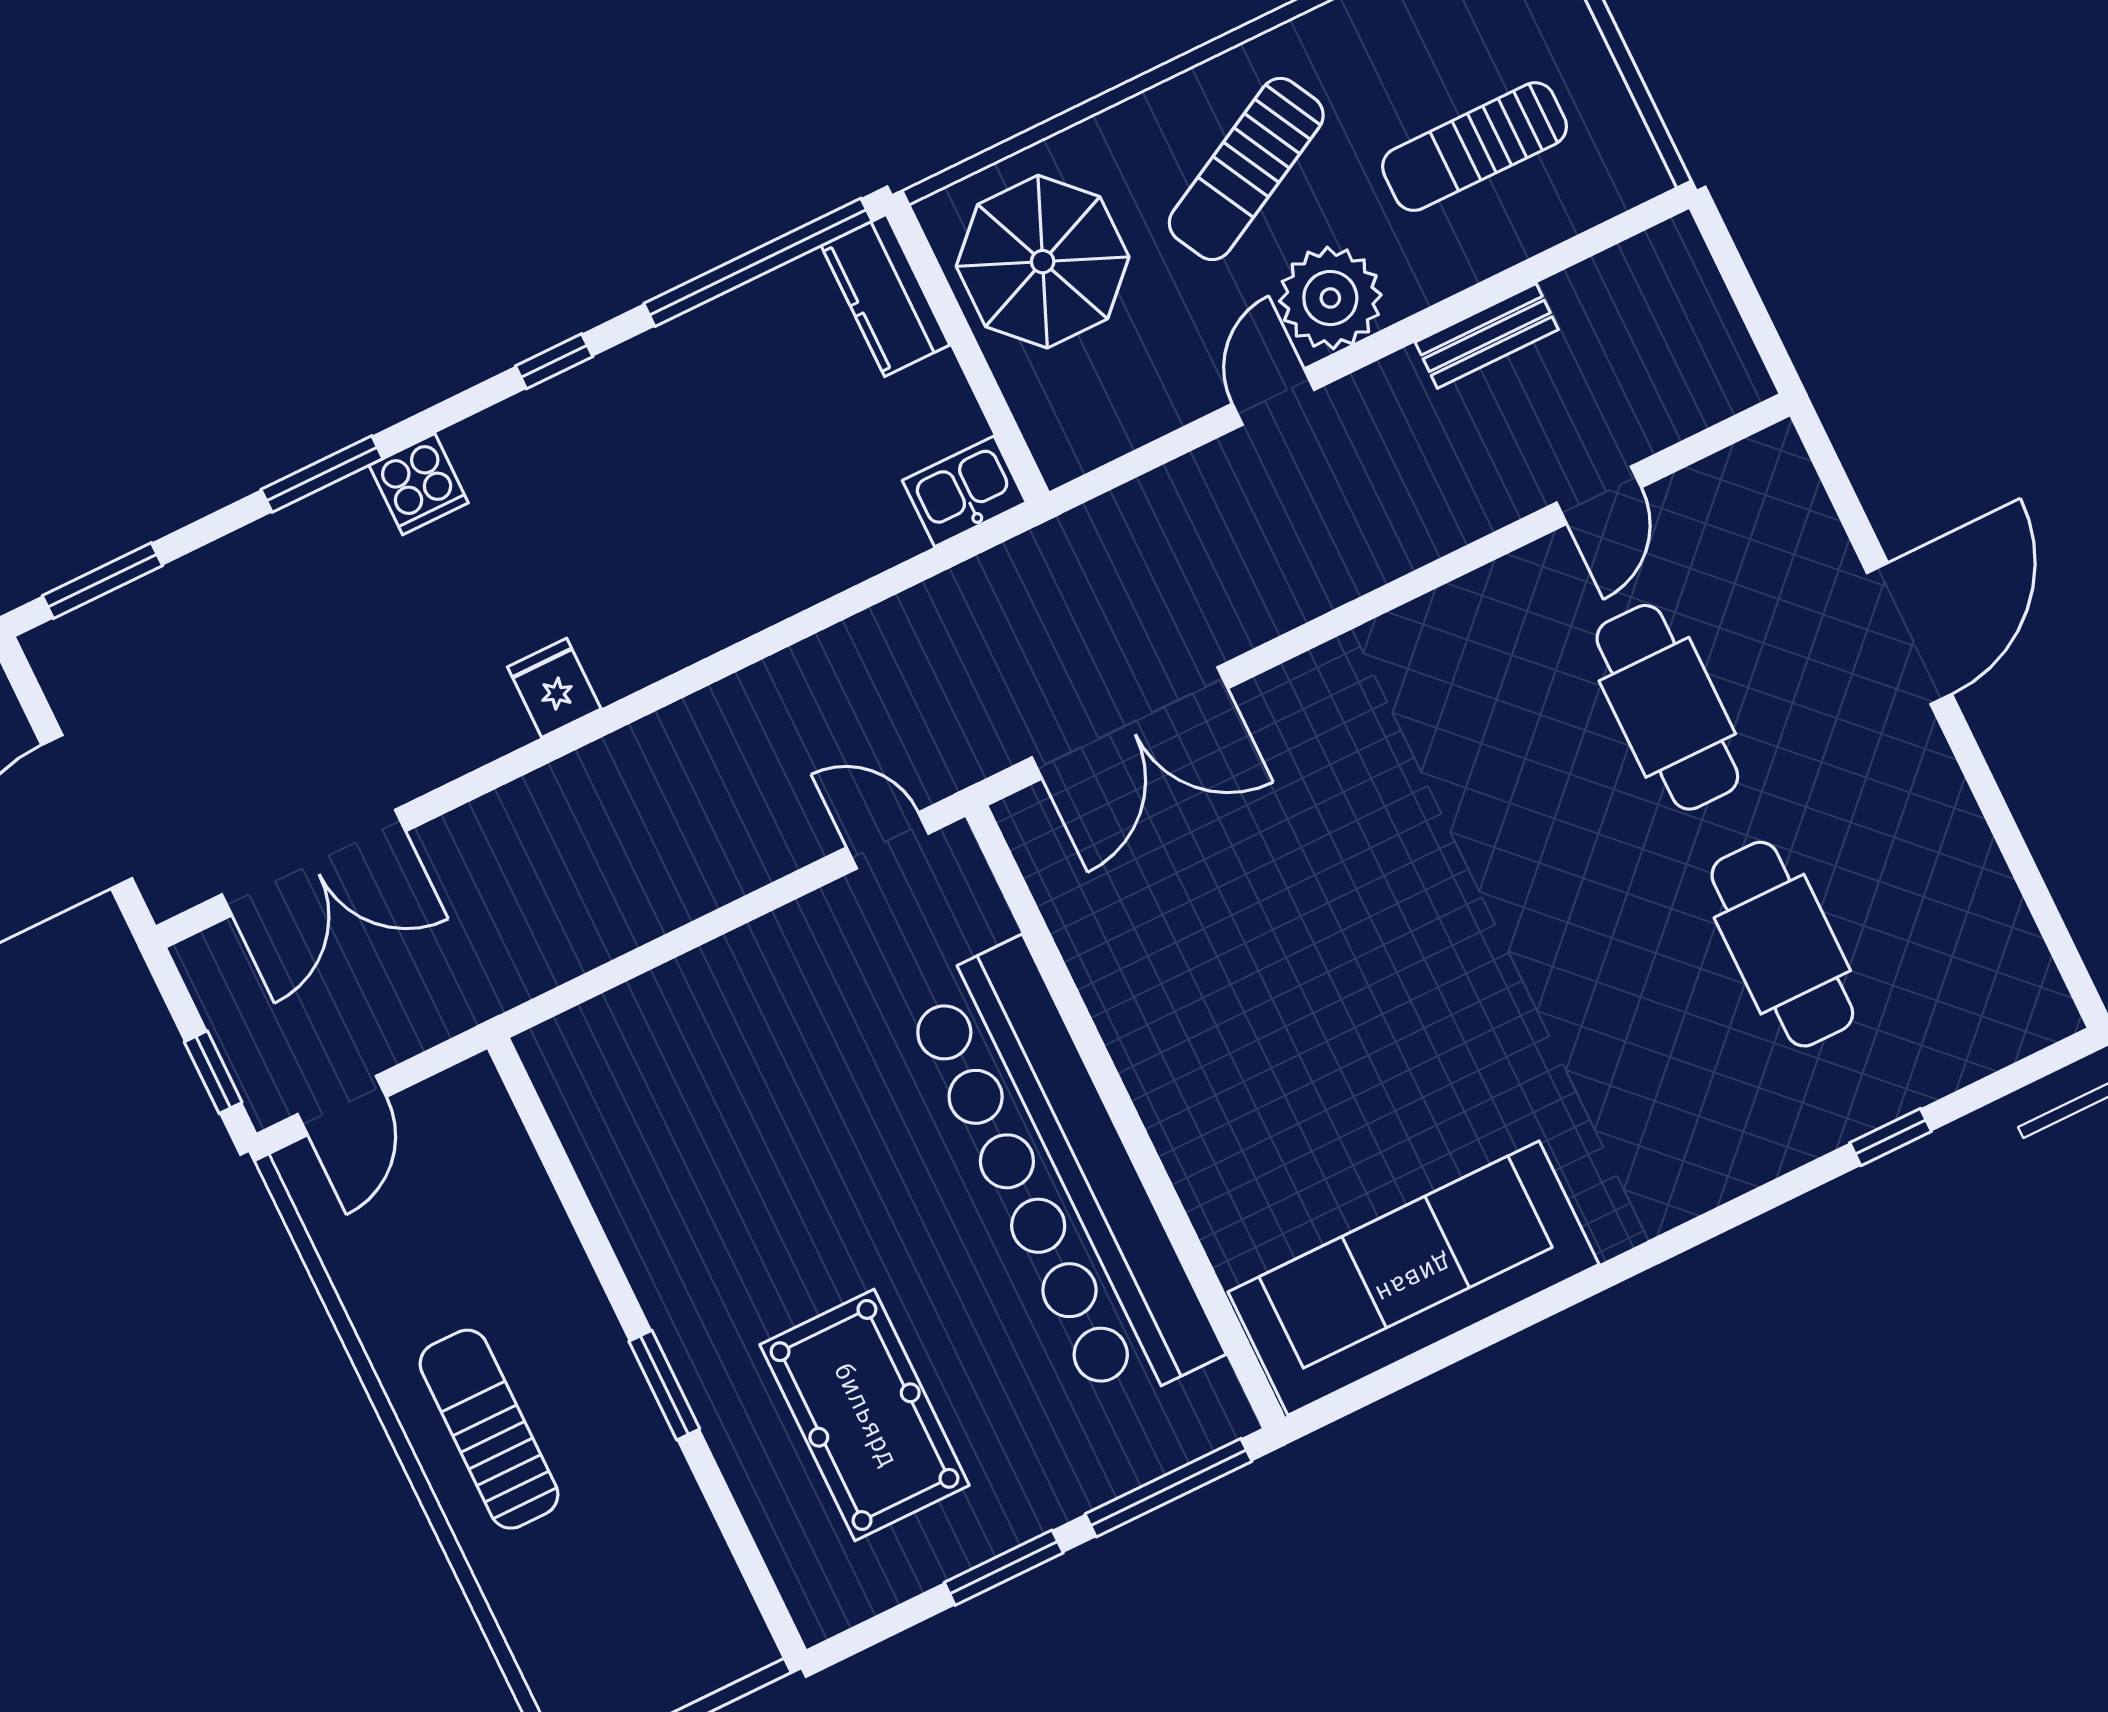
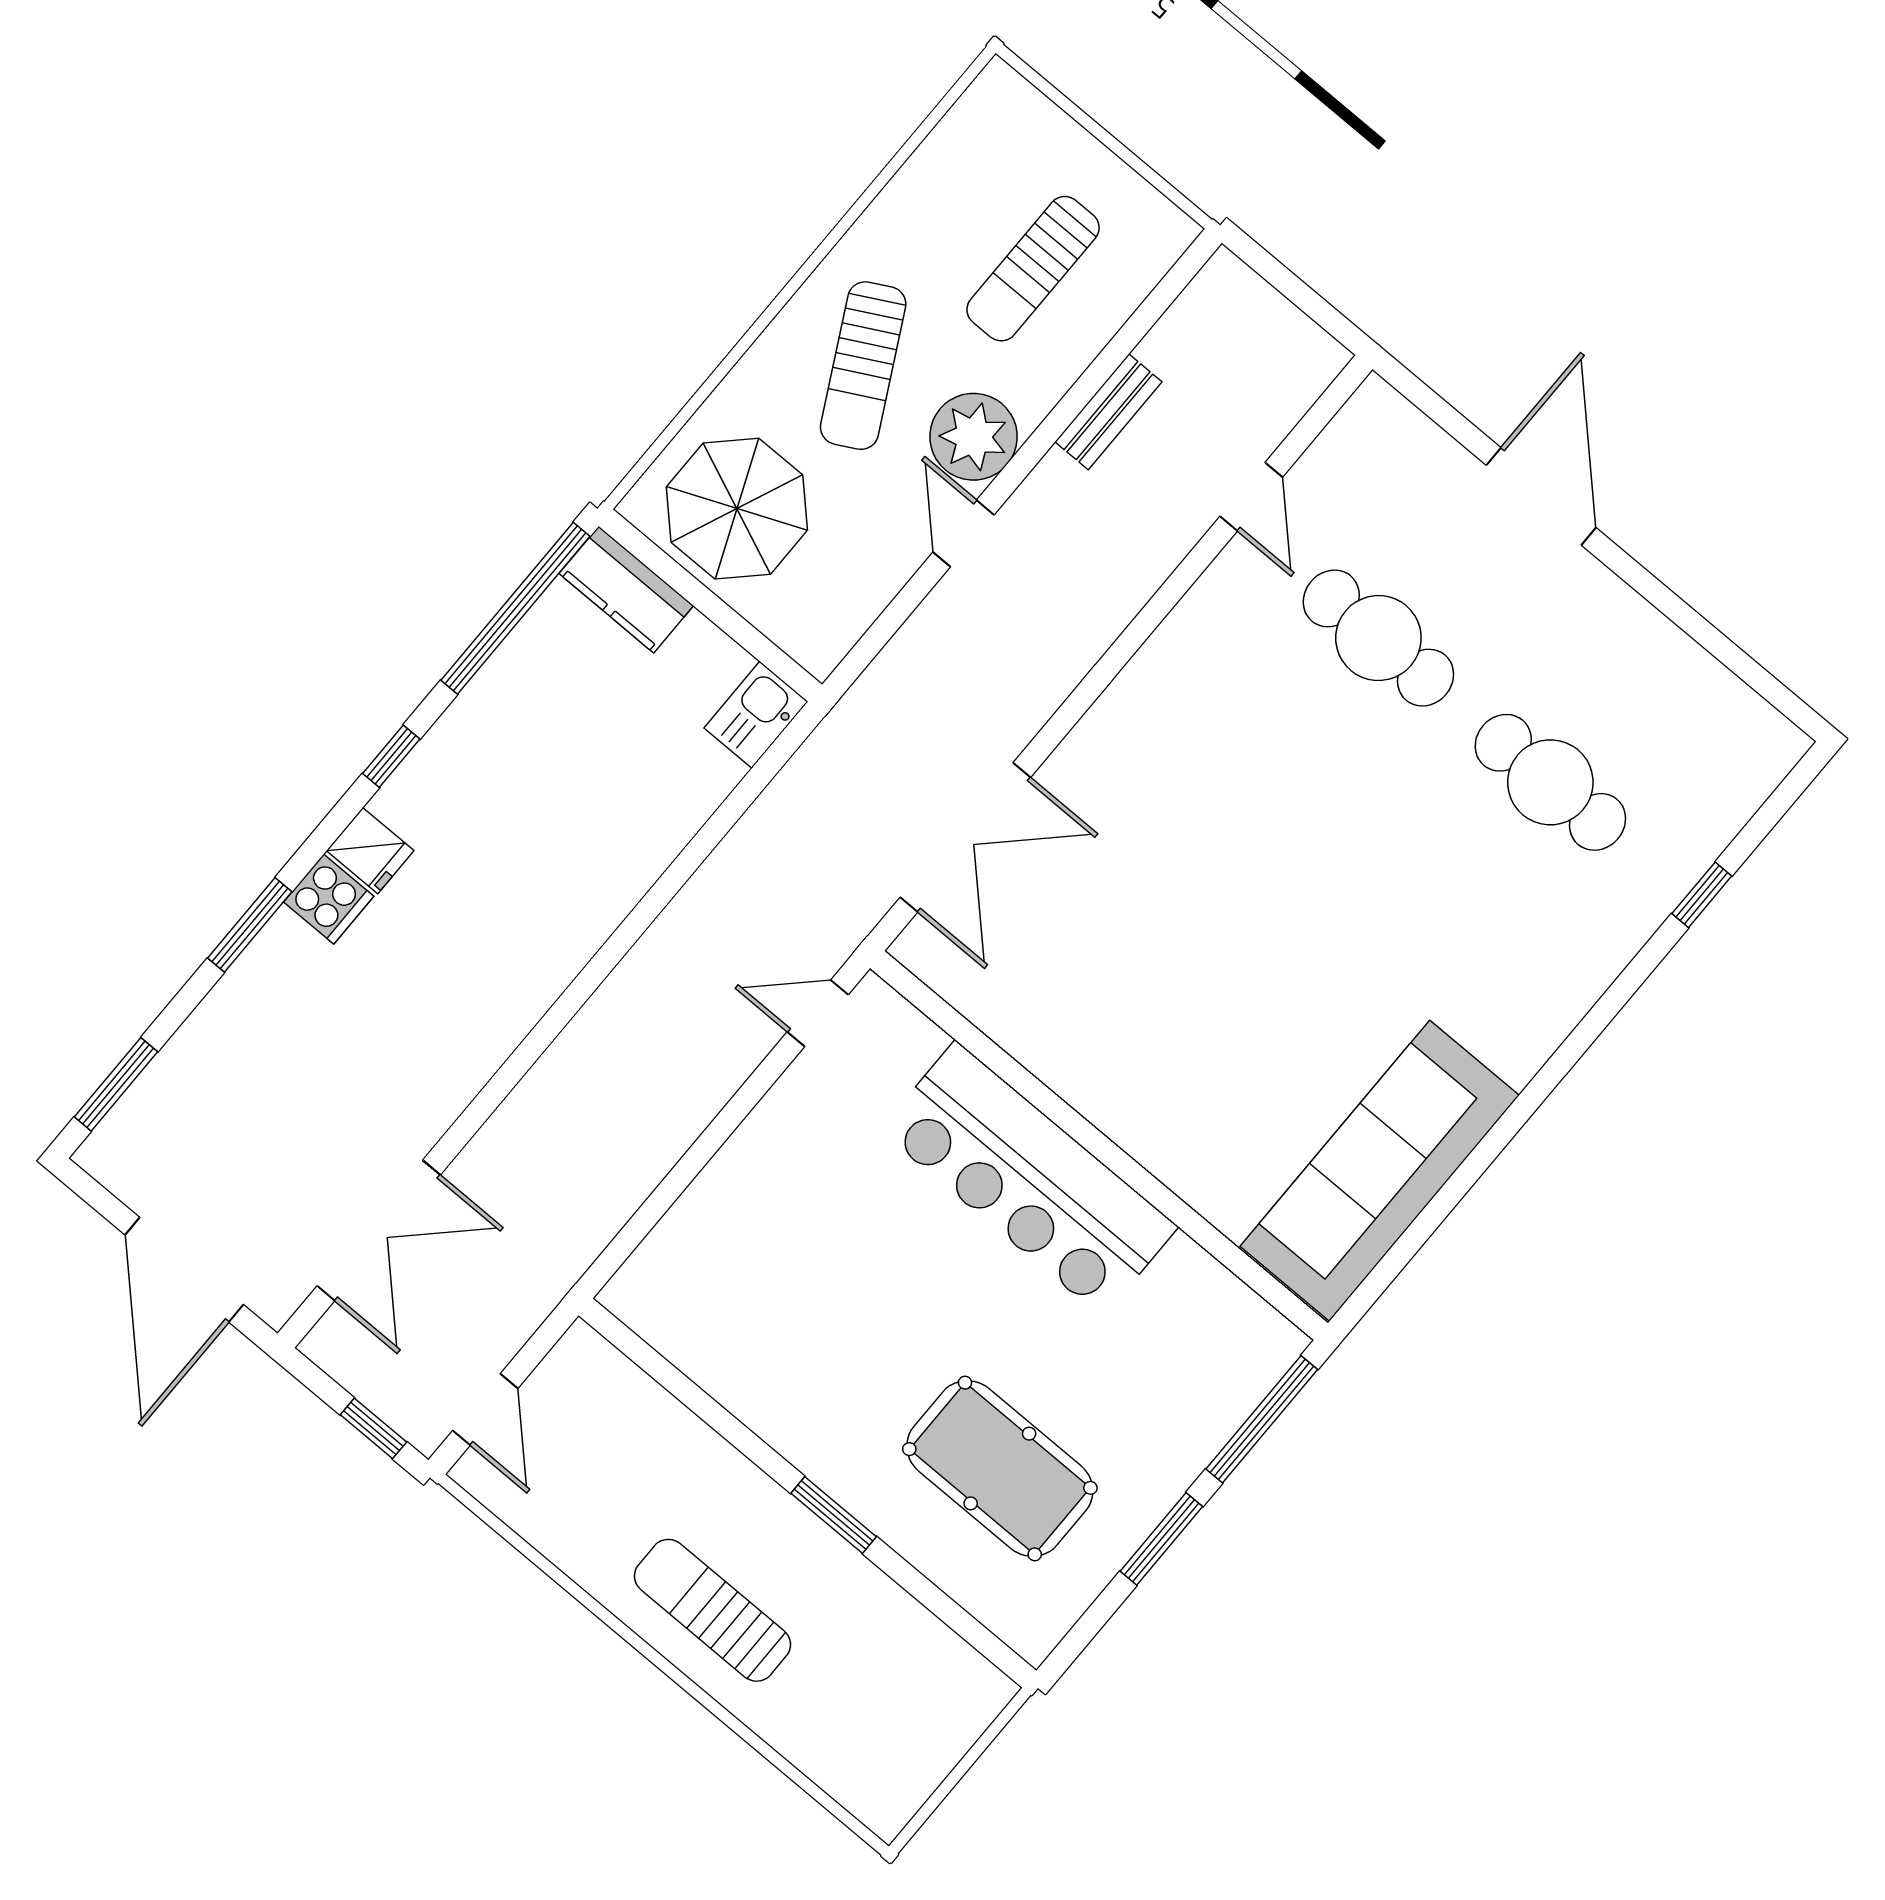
fridge: (554, 688) -> (370, 851), moved, turned 180
bar counter: (1061, 1175) -> (1029, 1179), width x0.73

